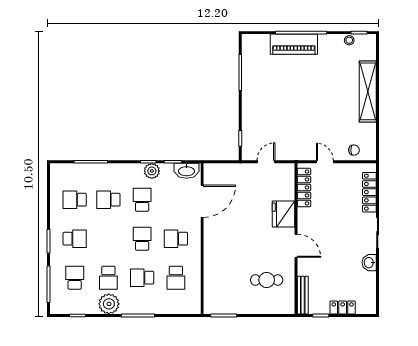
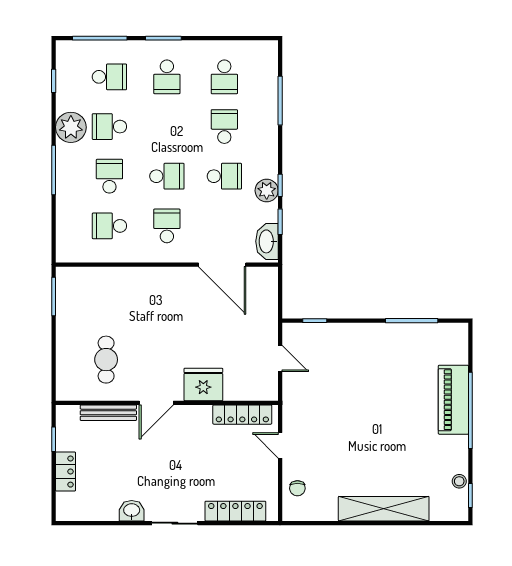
door: (325, 162) -> (280, 445), swing flipped
school desk: (75, 200) -> (224, 77), turned 180
bench: (303, 295) -> (108, 413), moved

